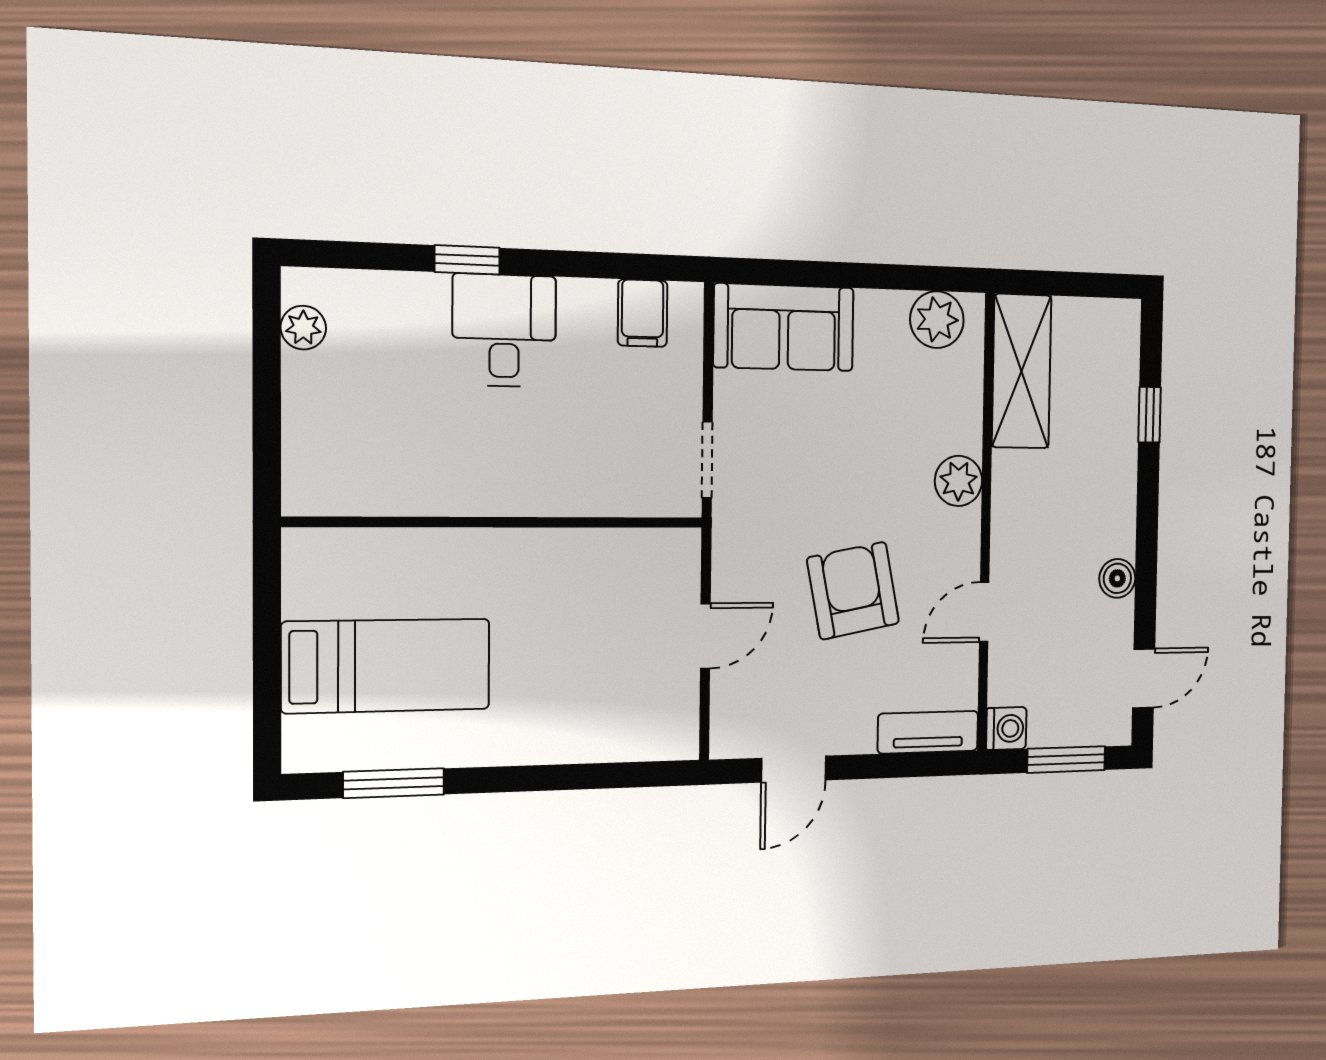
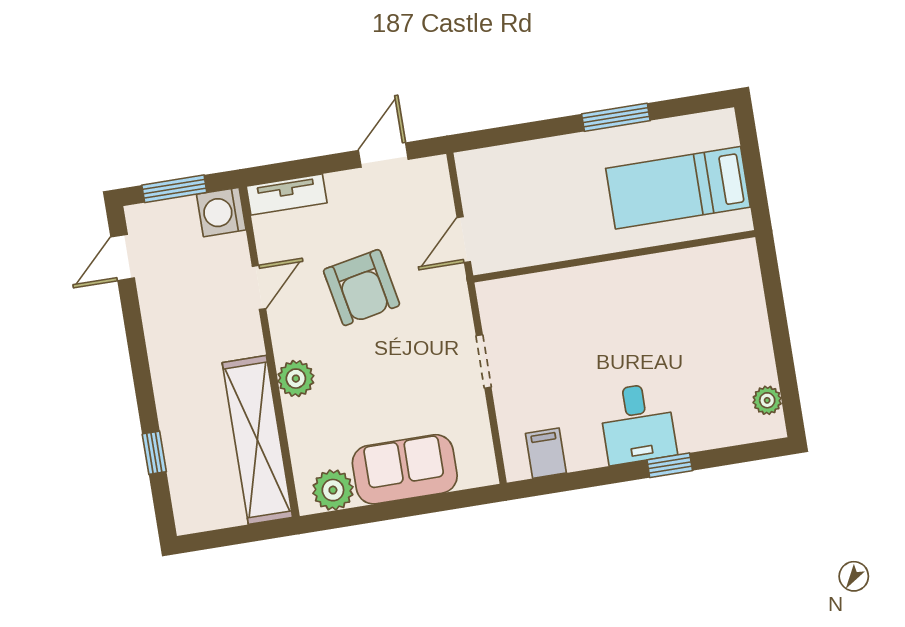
sofa: (784, 327) -> (405, 469), moved
shelving: (1022, 371) -> (257, 440), width x1.47
wall: (498, 522) -> (614, 256), moved
boiler: (1117, 578) -> (158, 328), removed
washing machine: (1006, 729) -> (221, 212), width x1.38, depth x1.38
window: (394, 783) -> (616, 117), moved

